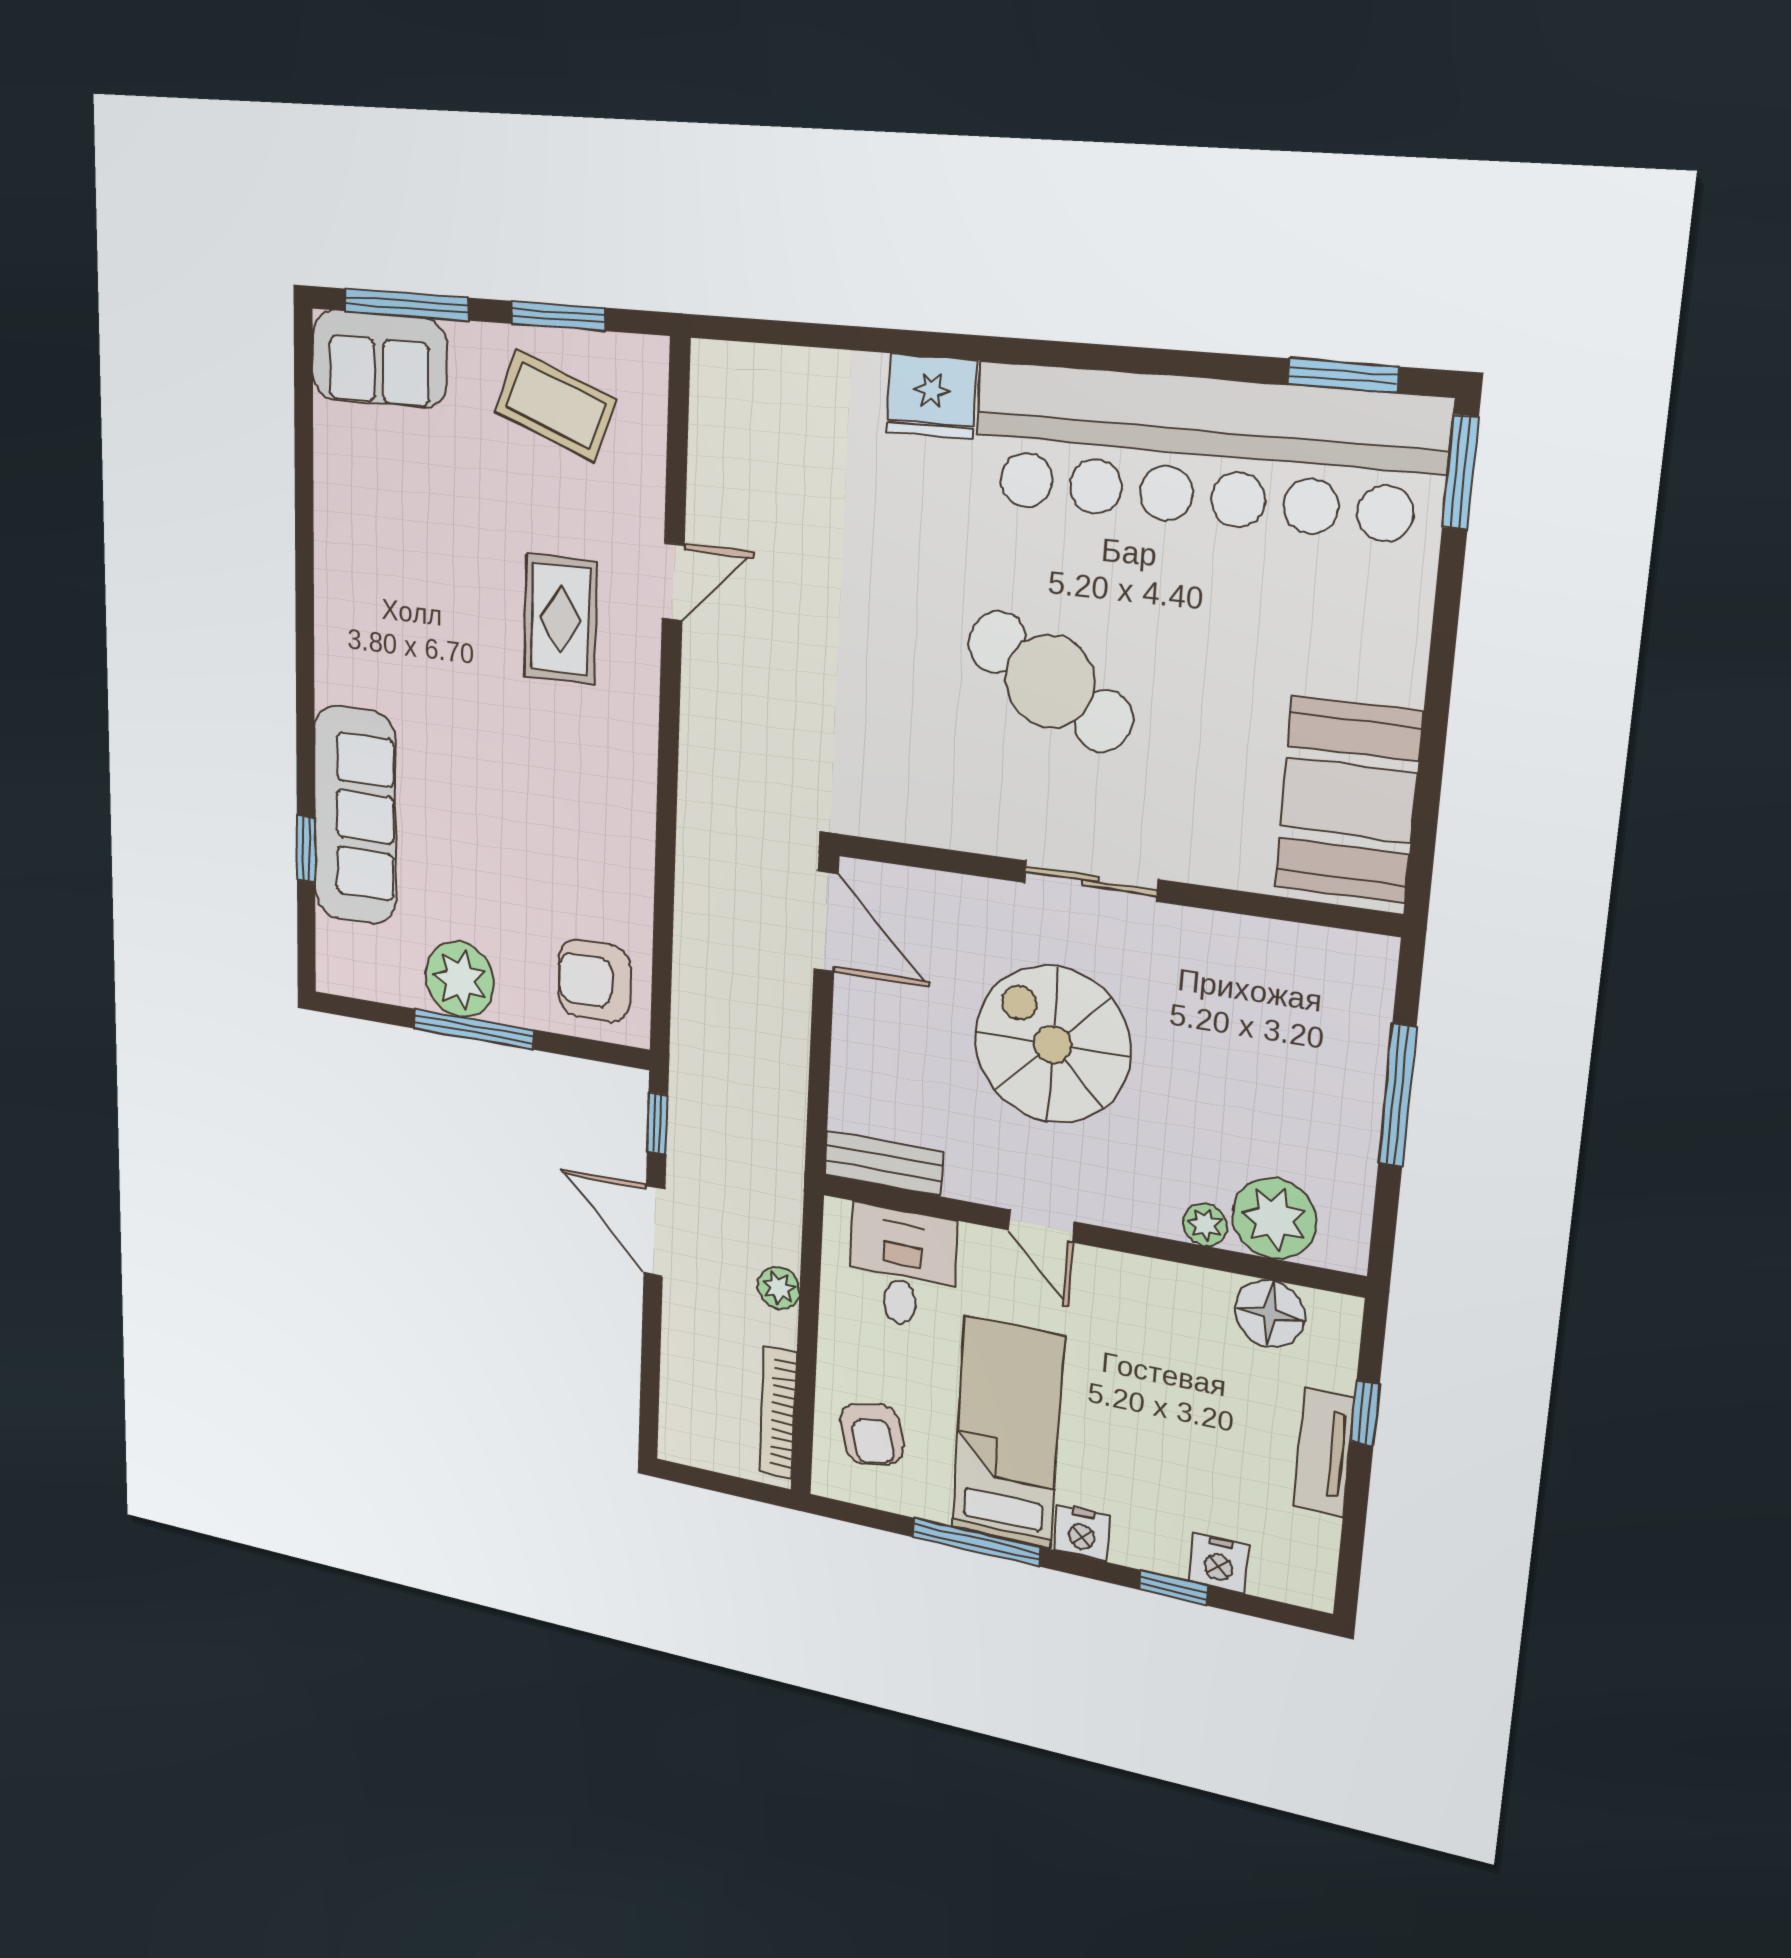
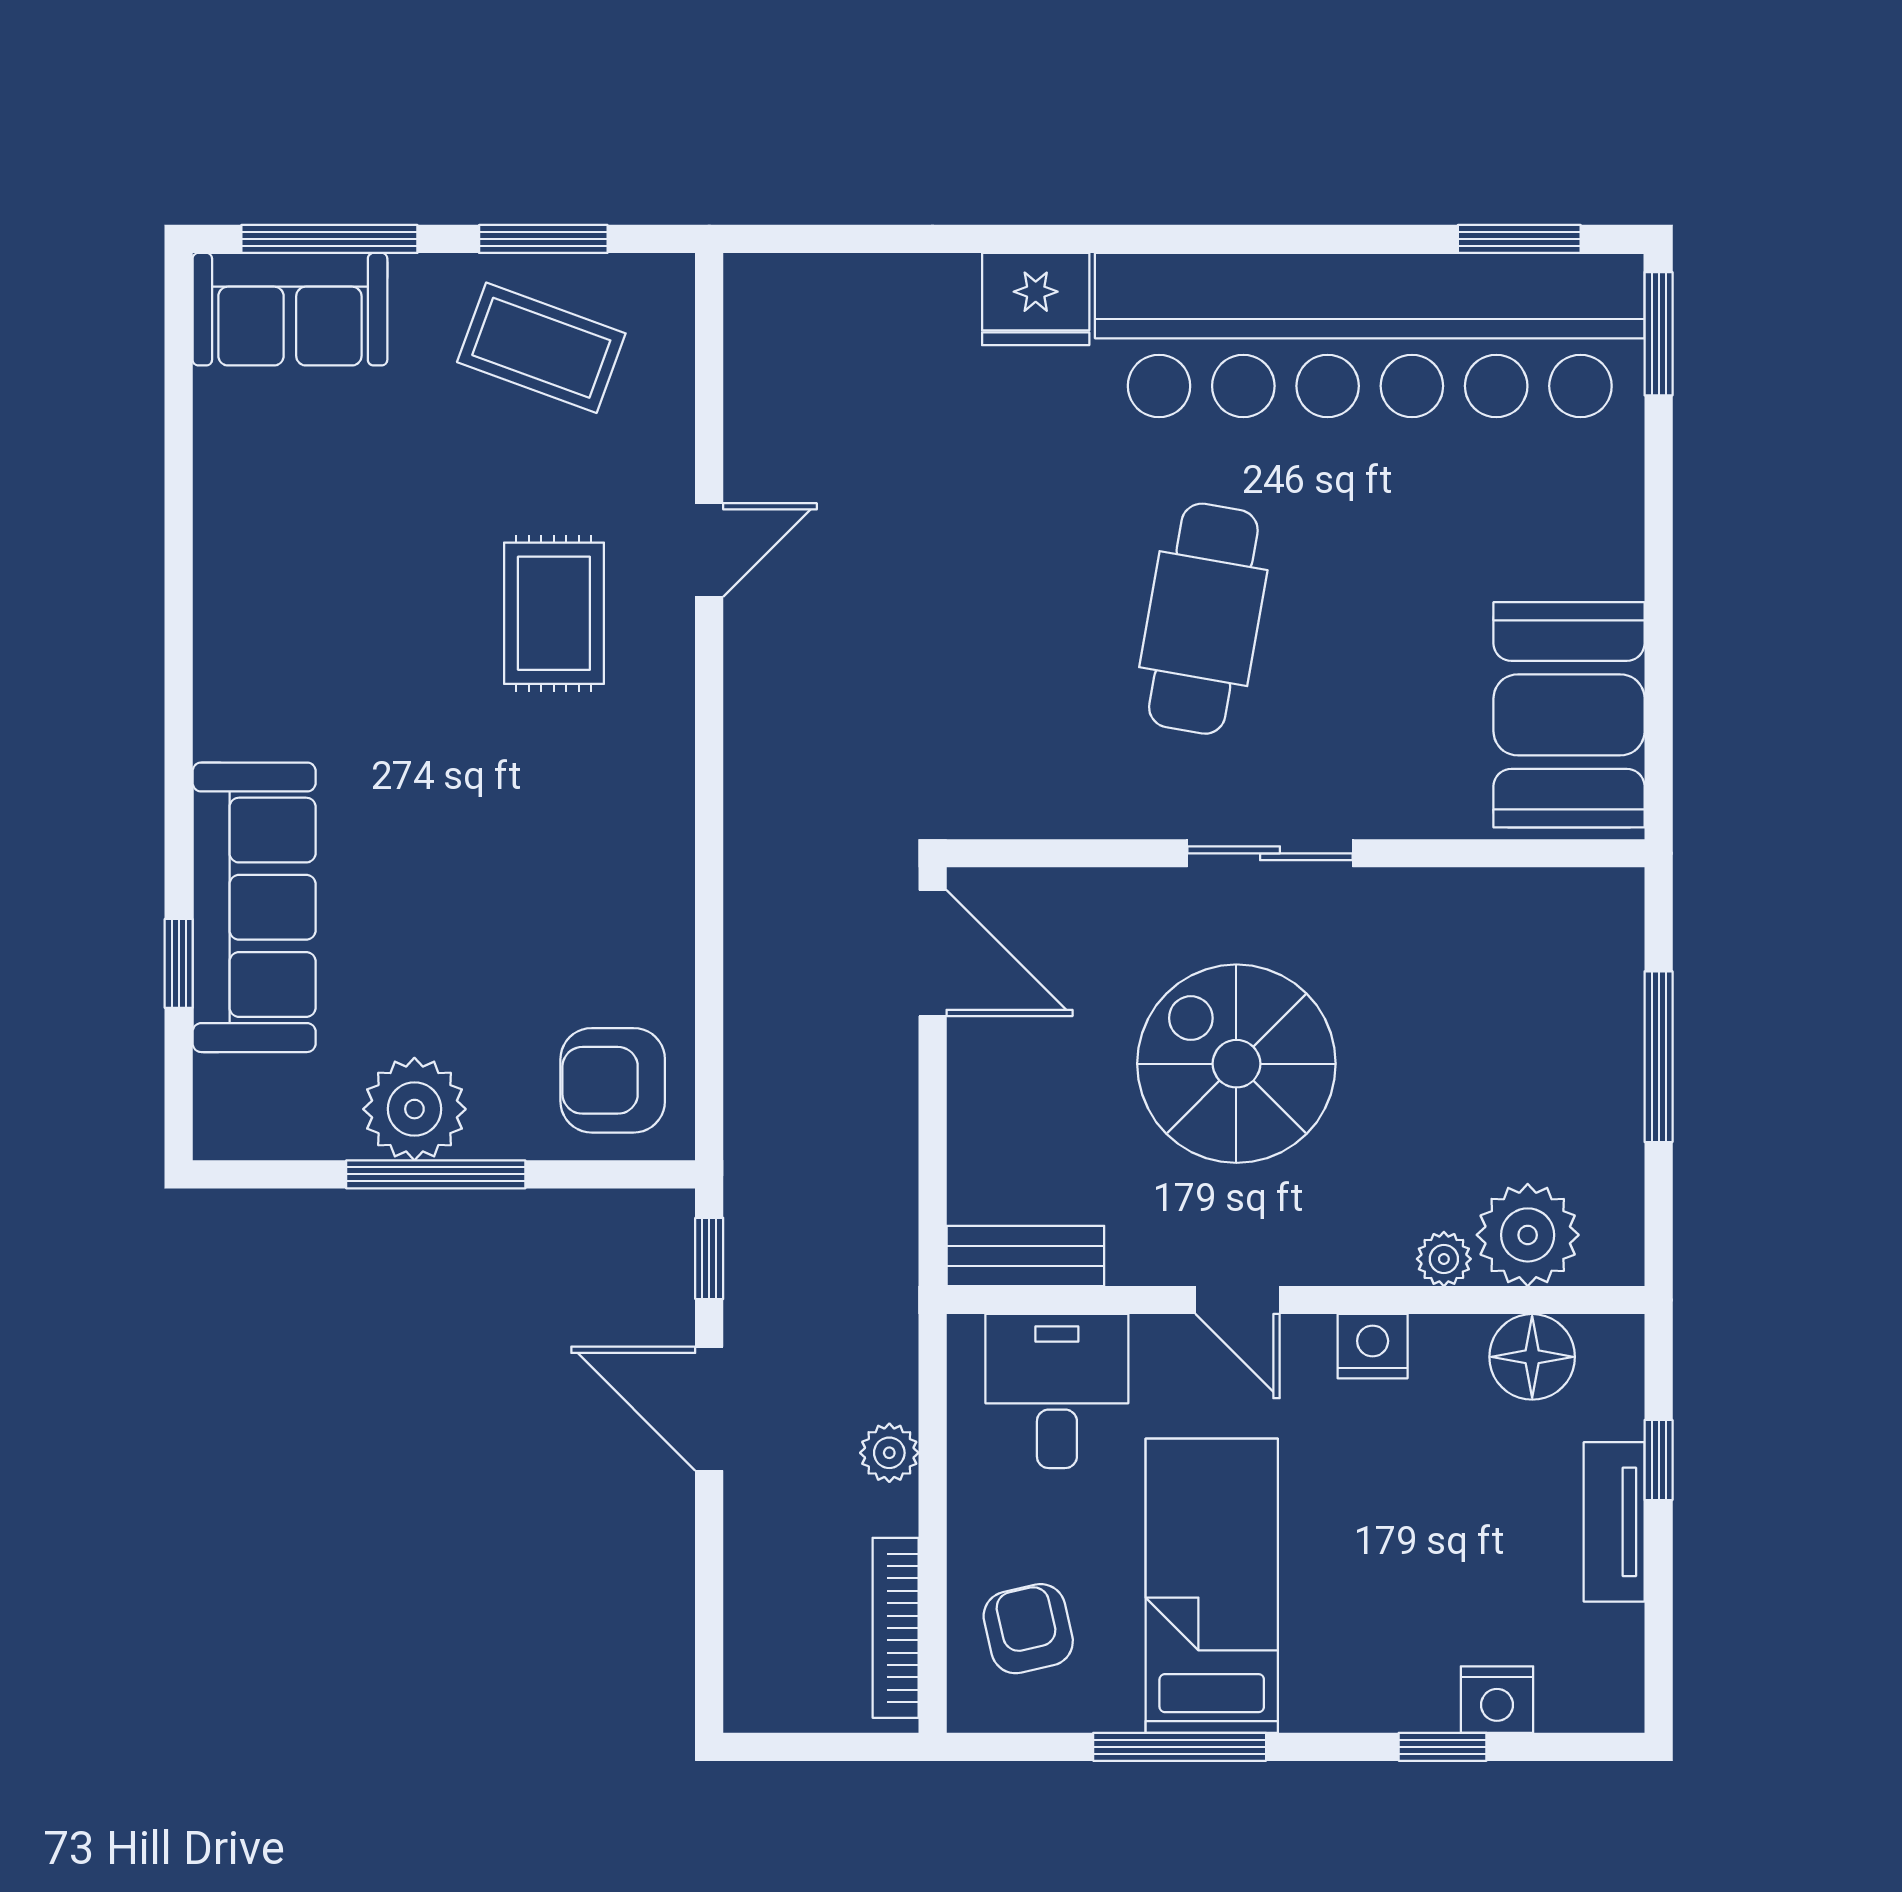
cafe table: (1050, 681) -> (1203, 619), turned 70
armchair: (872, 1434) -> (1028, 1629), turned 180
nightstand: (1082, 1533) -> (1373, 1346), moved, turned 180

